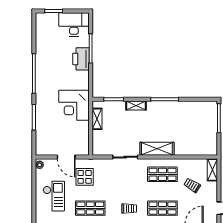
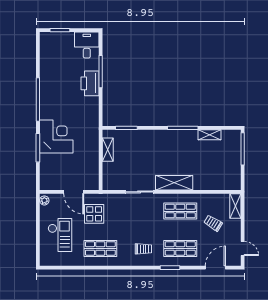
desk: (74, 24) -> (87, 45), width x0.73
corner desk: (74, 105) -> (56, 137), moved, turned 180
shelving: (136, 105) -> (210, 135), moved

